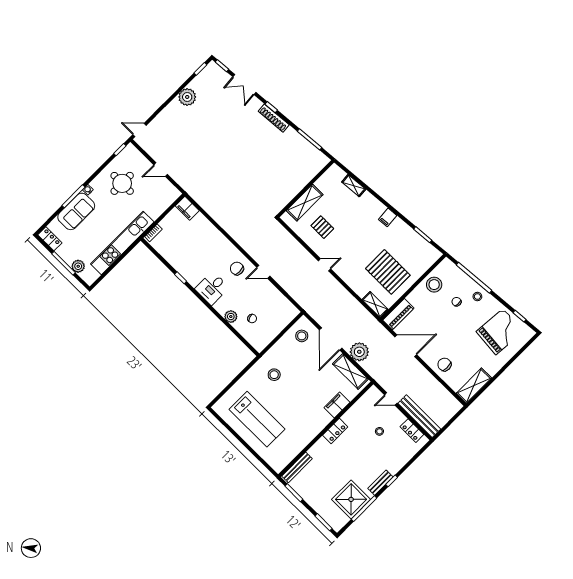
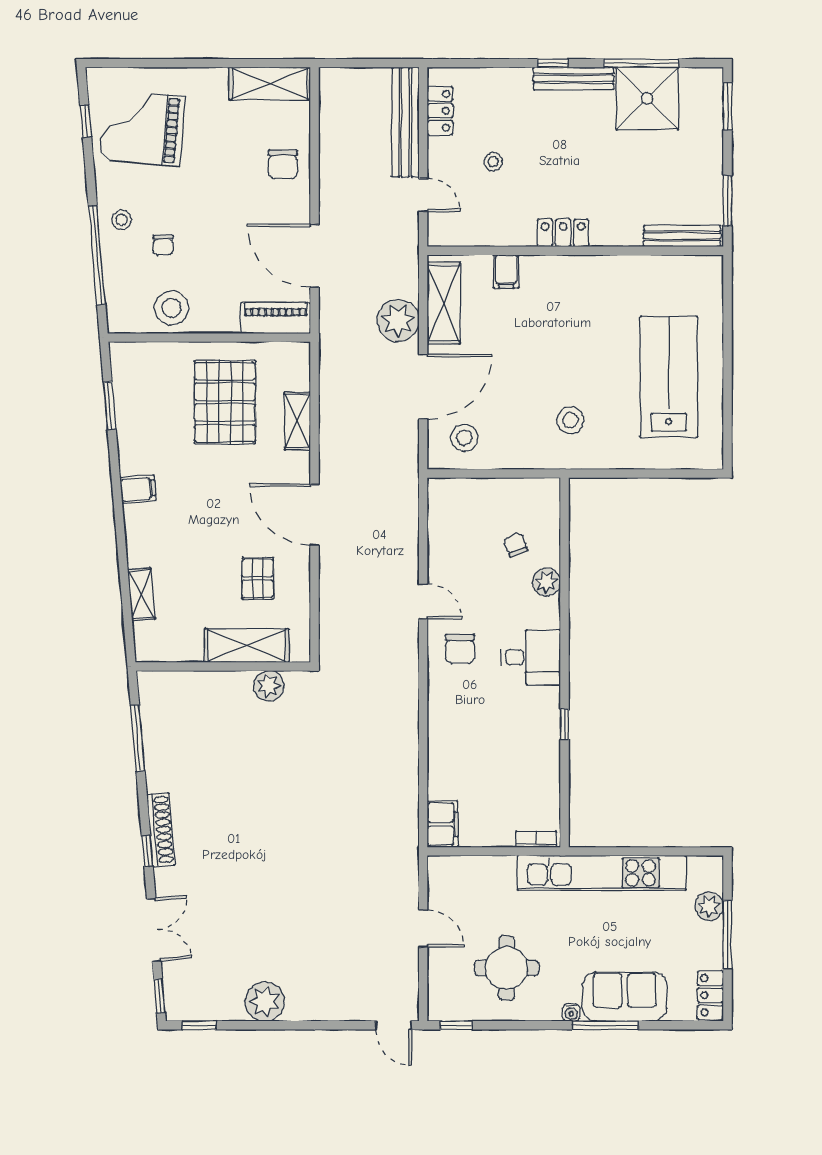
plant: (285, 197) -> (269, 686), added
door: (325, 265) -> (314, 515), width x1.87
shelving: (375, 305) -> (297, 421), moved
filing cabinet: (337, 405) -> (506, 272), width x0.50
bench: (380, 483) -> (573, 79), width x1.36

